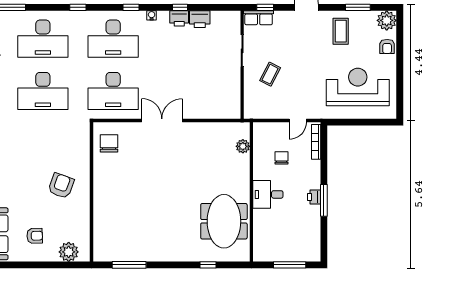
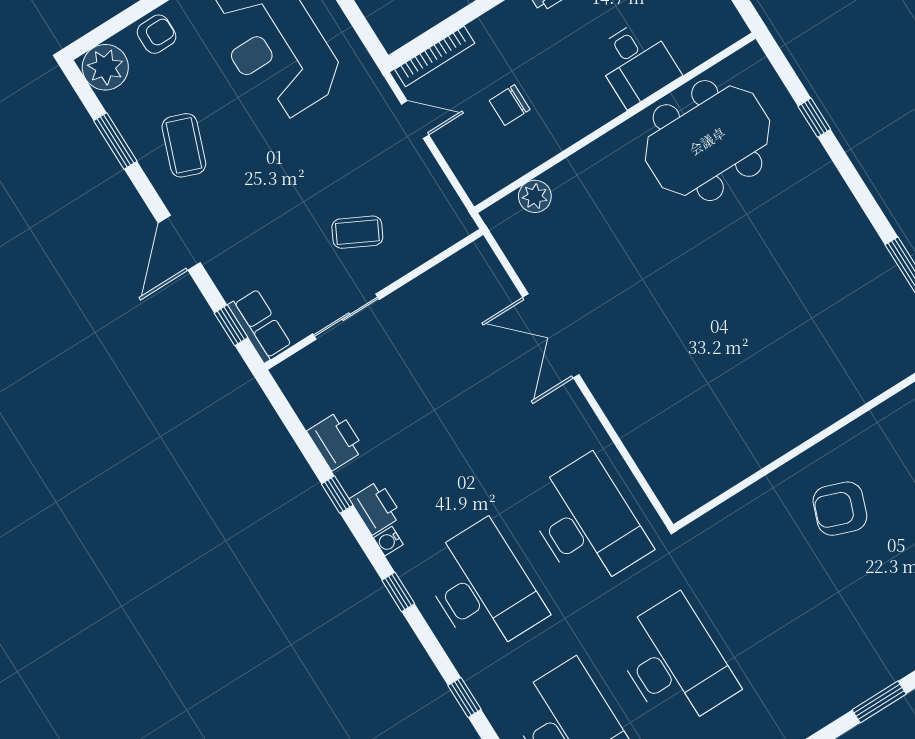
printer: (179, 18) -> (376, 508), moved
coffee table: (341, 31) -> (184, 145), turned -70
double door: (162, 120) -> (551, 336), moved
chair: (109, 143) -> (696, 466), removed
desk: (268, 194) -> (636, 63), moved

